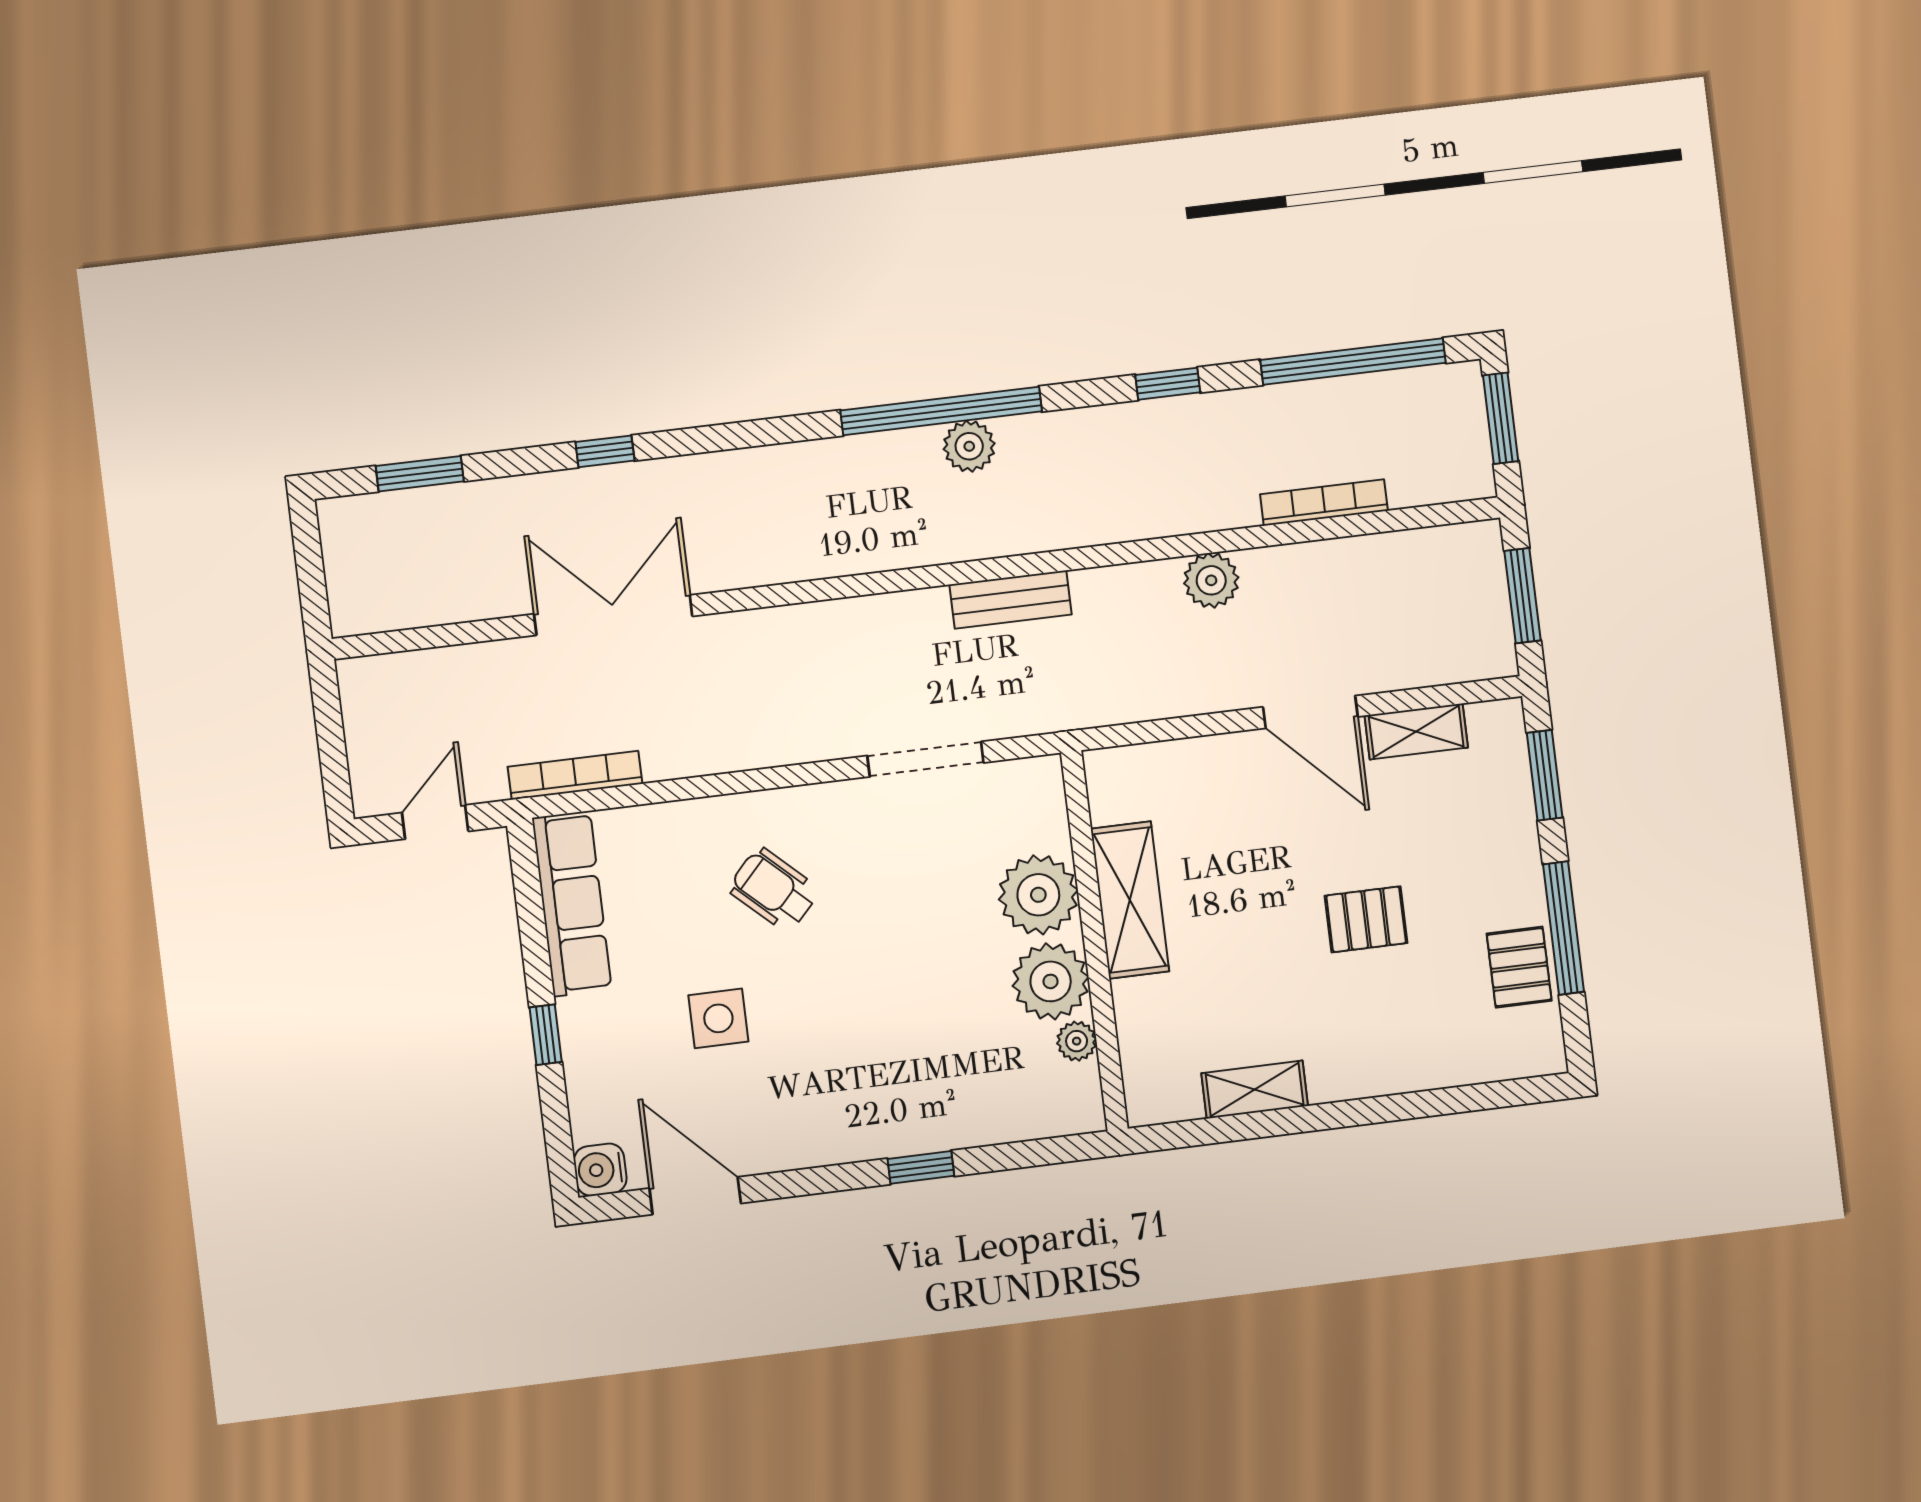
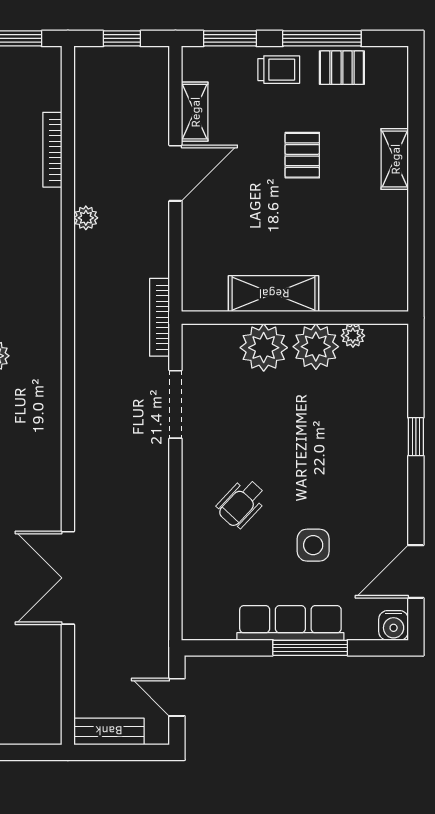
plant: (1211, 580) -> (86, 218), width x0.73, depth x0.73
window: (1523, 596) -> (122, 38), width x0.67
bench: (1011, 600) -> (109, 731), moved, turned 90
bookcase: (575, 775) -> (159, 317), moved
trolley: (1503, 863) -> (279, 70), added
row of seats: (572, 904) -> (290, 623), moved
window: (546, 1035) -> (310, 648), width x2.17
shelving: (1255, 1090) -> (395, 159), moved

